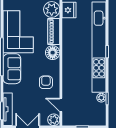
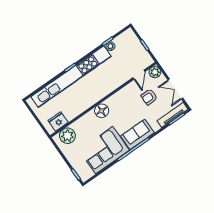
piano: (54, 32) -> (84, 122), removed
armchair: (46, 82) -> (149, 97), moved

